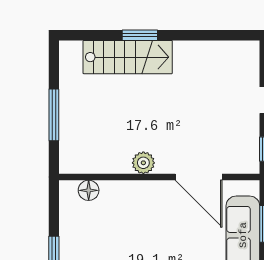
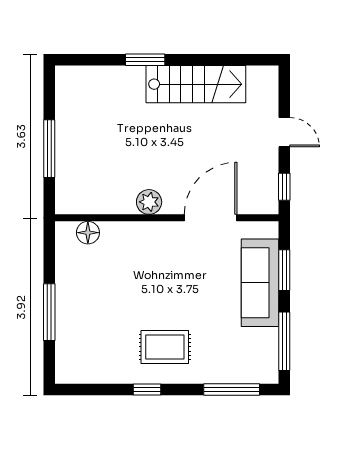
stairs: (128, 57) -> (196, 84), moved
door: (199, 177) -> (211, 218), swing flipped

